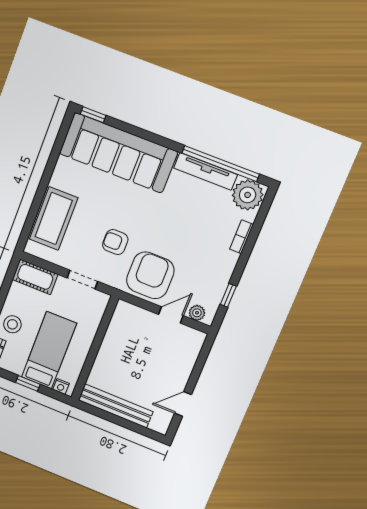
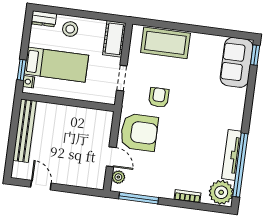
sofa: (118, 153) -> (237, 62), width x0.54, depth x0.79
window: (228, 295) -> (139, 198), width x2.17
window: (28, 383) -> (22, 70), moved

